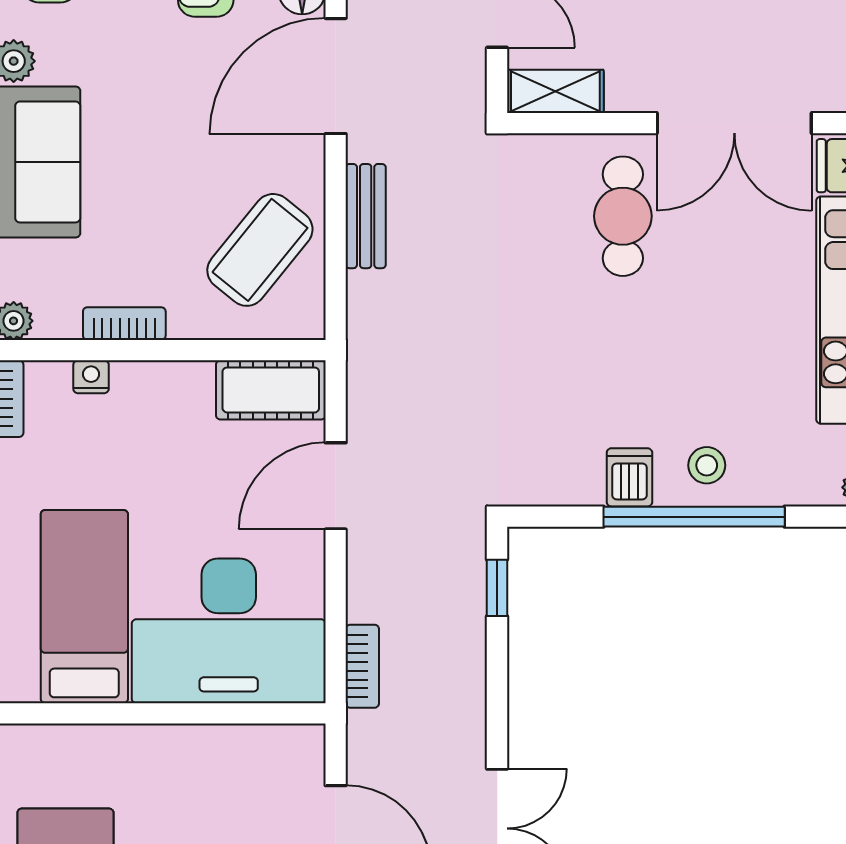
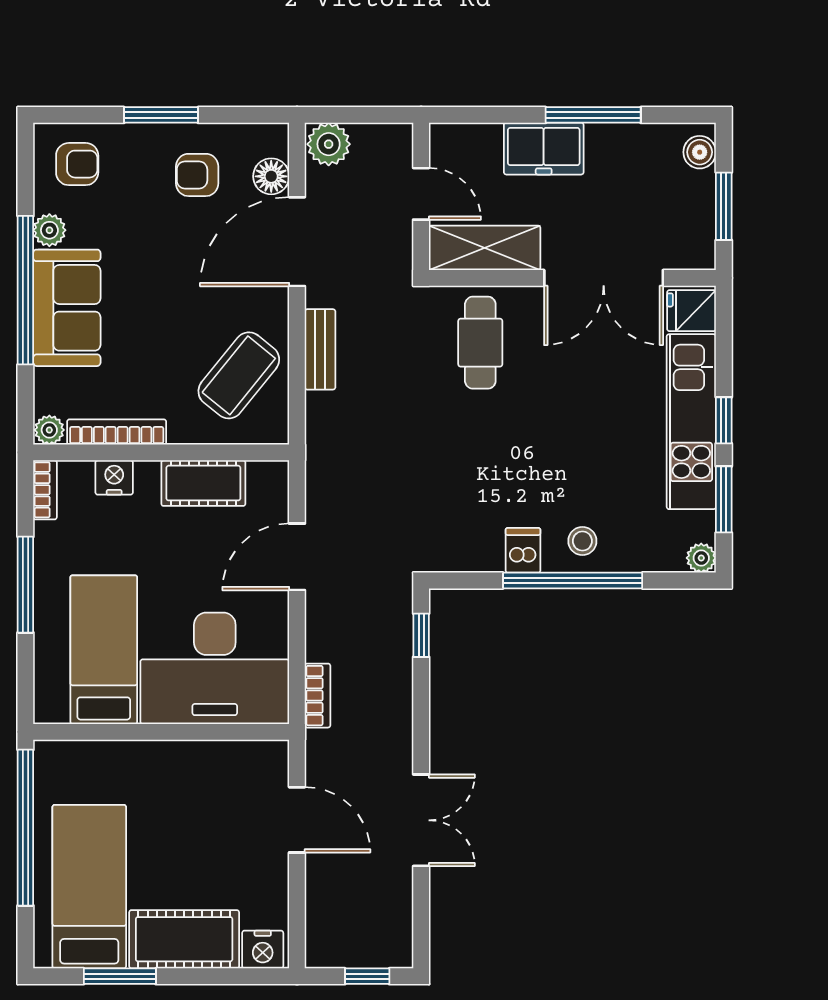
shelving: (555, 91) -> (485, 248), width x1.50, depth x1.33
cafe table: (623, 216) -> (480, 343), moved
bookcase: (124, 324) -> (117, 432), width x1.56
nightstand: (91, 377) -> (114, 477), width x1.39, depth x1.35
cot: (271, 390) -> (203, 483), moved

